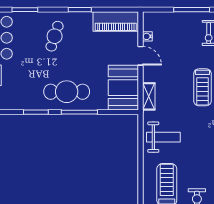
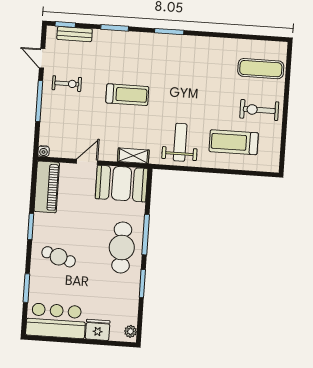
water cooler: (147, 36) -> (44, 151), moved

